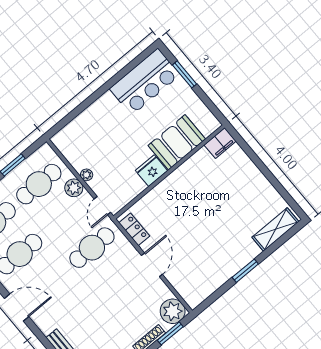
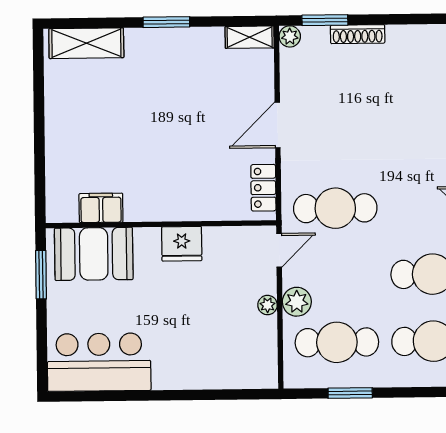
window: (184, 74) -> (41, 275), moved
booth: (177, 142) -> (94, 254), moved
filing cabinet: (220, 143) -> (101, 208), moved
shelving: (200, 296) -> (250, 37), added
plant: (173, 311) -> (290, 36), width x0.53, depth x0.53

